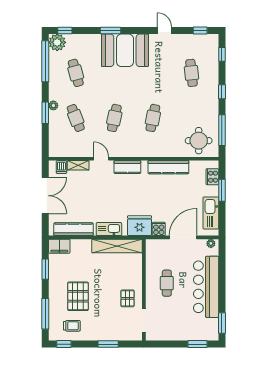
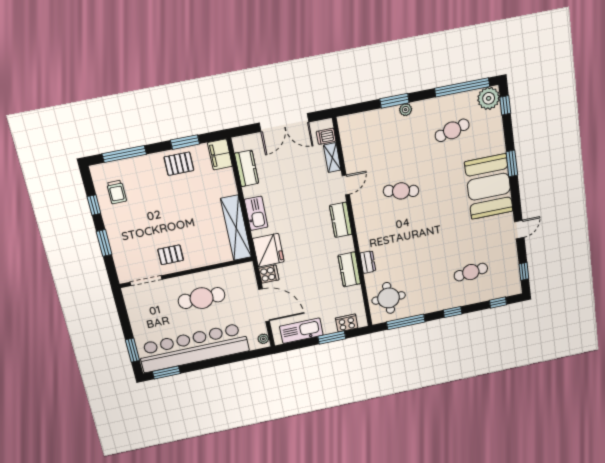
cafe table: (76, 118) -> (394, 142), removed
cafe table: (153, 118) -> (408, 238), removed
dresser: (166, 152) -> (368, 262), added
kitchen counter: (168, 167) -> (349, 269), width x0.67
kitchen counter: (74, 229) -> (247, 168), width x0.67
cafe table: (167, 283) -> (202, 298), width x1.37, depth x1.35
bar counter: (206, 287) -> (194, 348), width x1.36
pallet: (78, 296) -> (179, 164), moved, width x0.67, depth x0.71
window: (64, 344) -> (94, 205), moved

